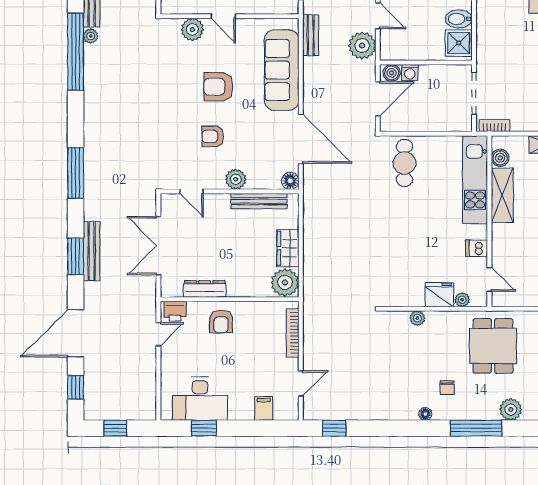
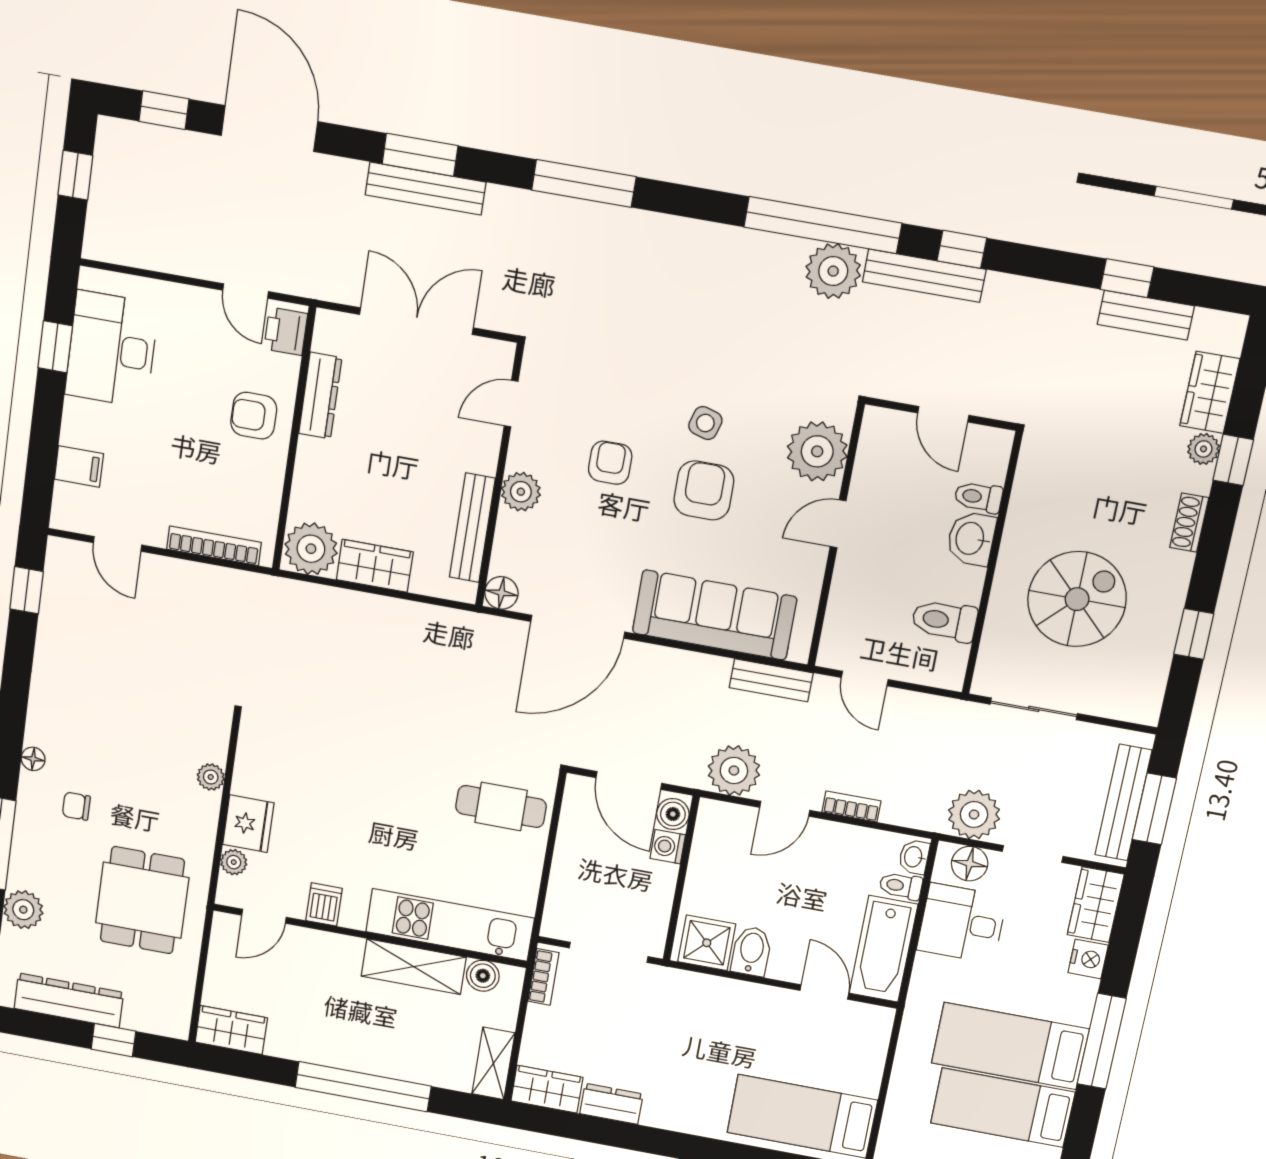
plant: (192, 30) -> (817, 451), width x1.36, depth x1.36
plant: (91, 36) -> (833, 271), width x1.88, depth x1.88
side table: (184, 92) -> (705, 423), added
dining table: (493, 346) -> (142, 900), turned 90

